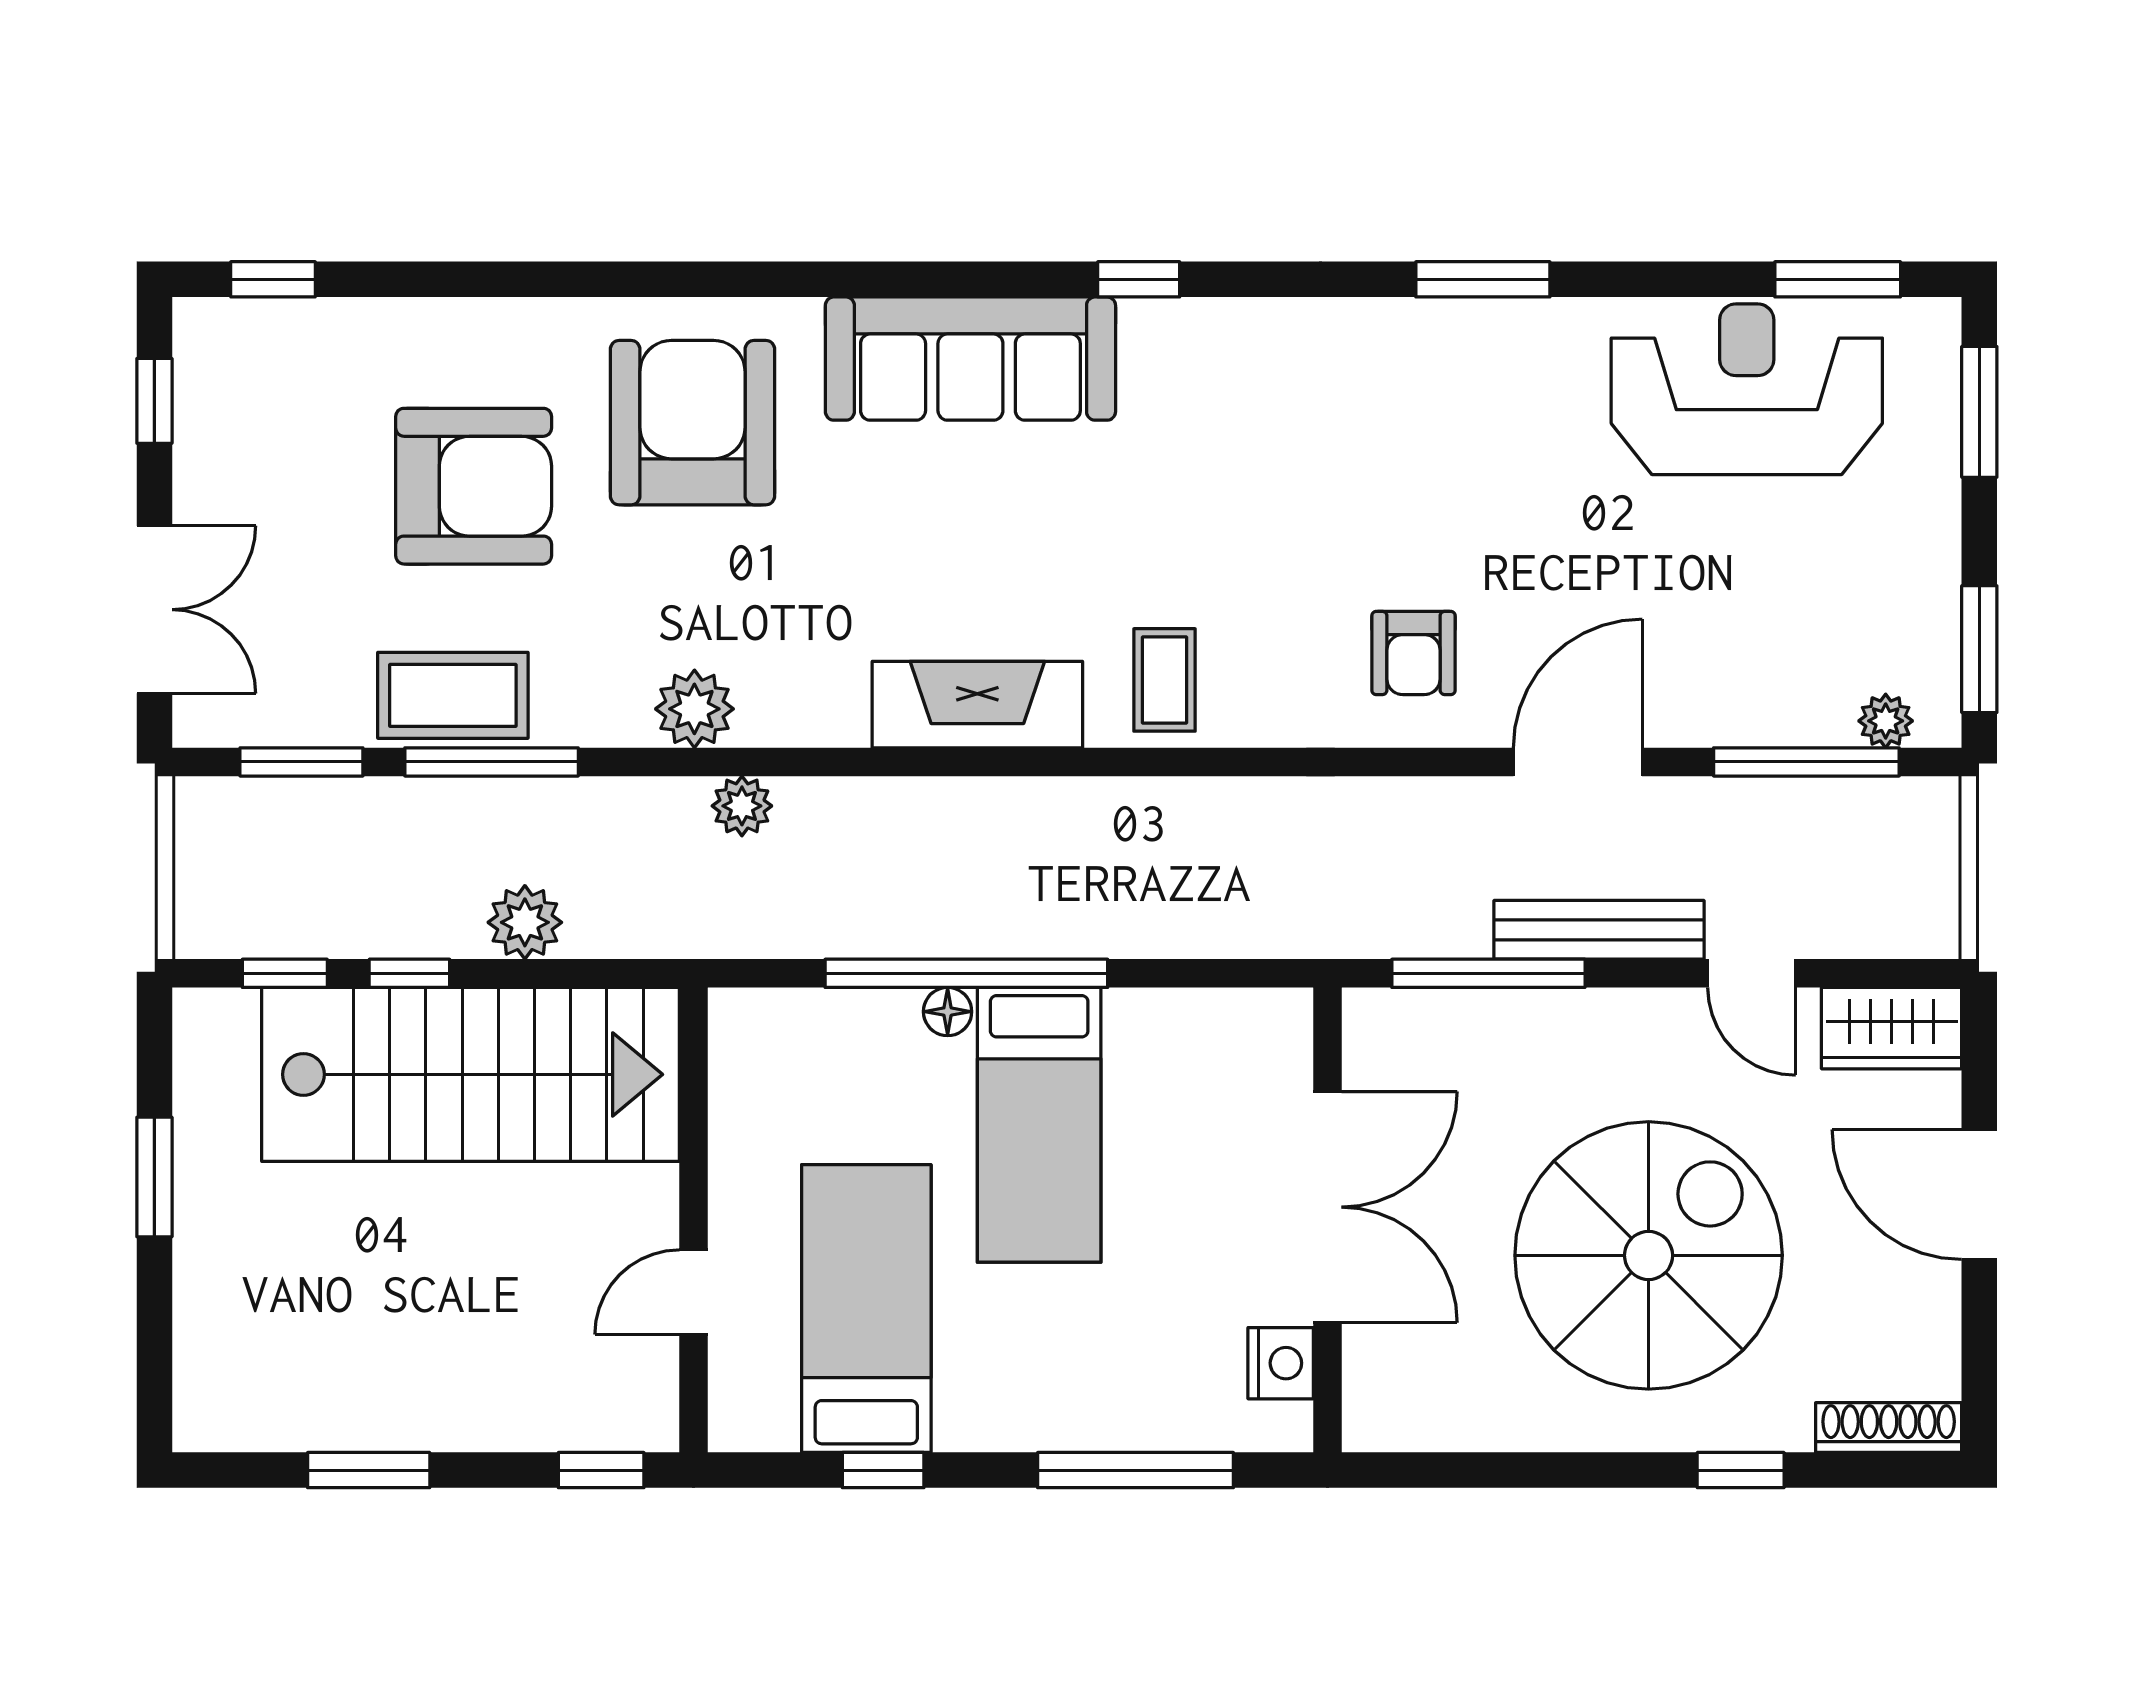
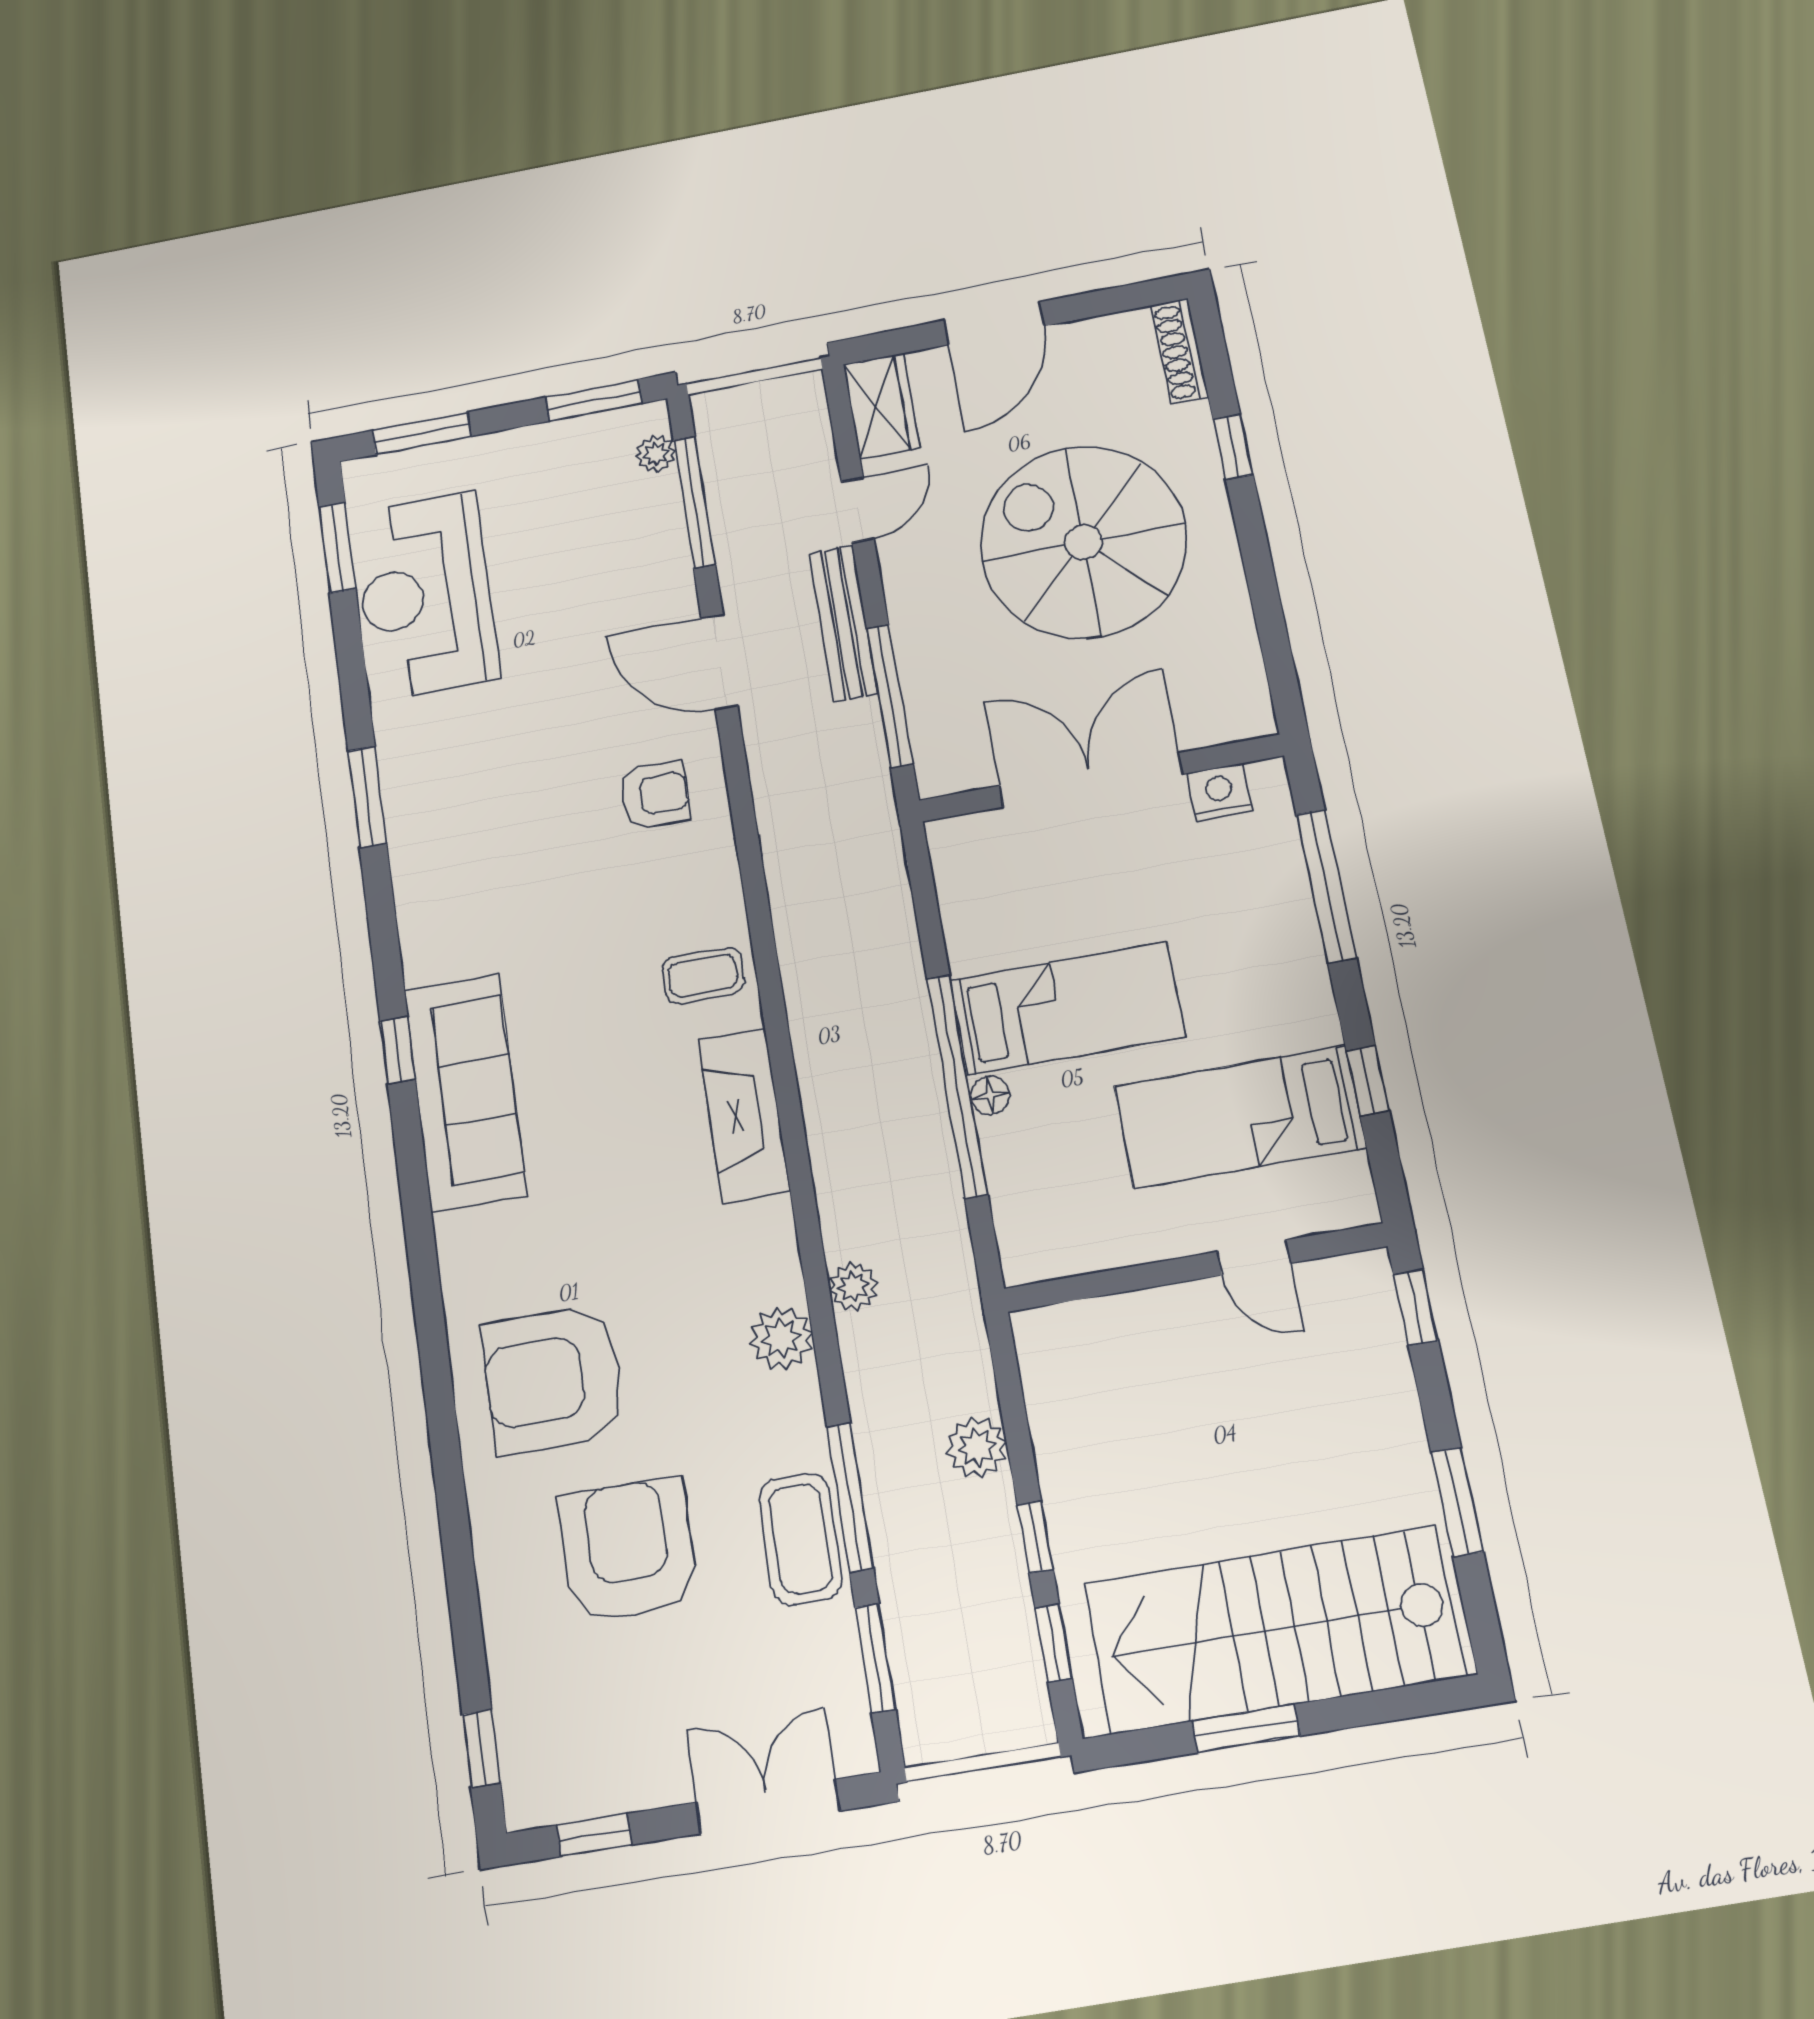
sofa: (970, 359) -> (465, 1092), moved
stairs: (471, 1074) -> (1273, 1630), moved, turned -90

